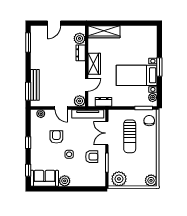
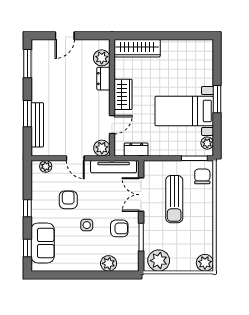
window: (28, 91) -> (27, 114), moved
sofa: (44, 178) -> (43, 243), moved, turned 90
plant: (65, 181) -> (109, 263), moved

